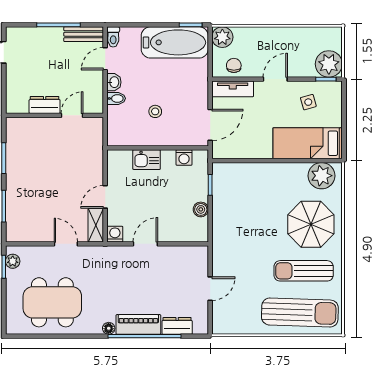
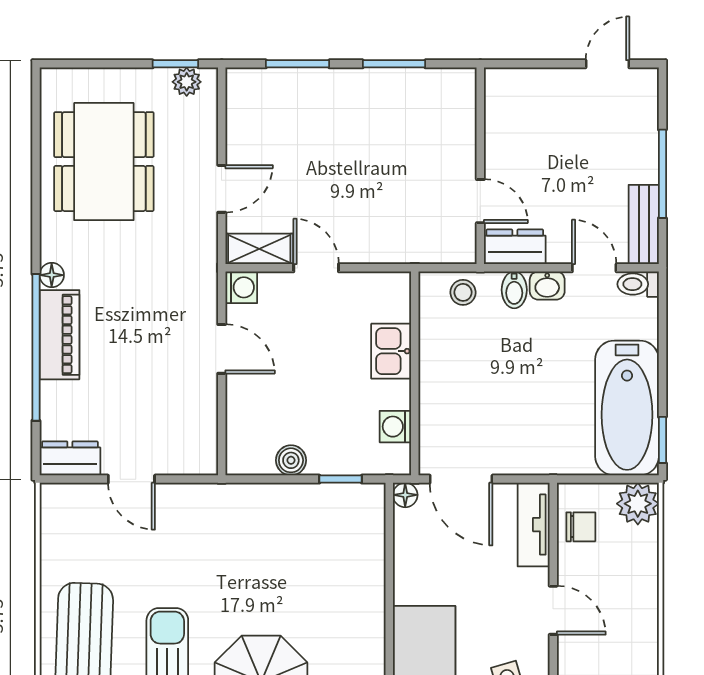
dresser: (45, 105) -> (515, 247), moved, turned -90
stool: (155, 111) -> (463, 292), moved
floor lamp: (218, 153) -> (405, 495), added
dresser: (177, 326) -> (70, 458), moved, turned -90

